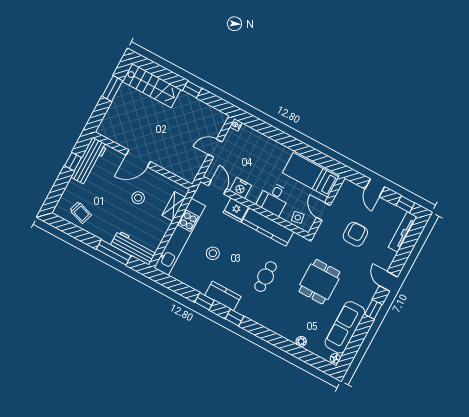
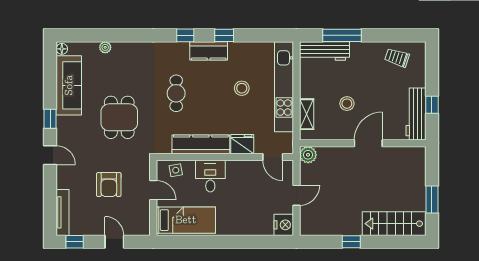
nightstand: (236, 125) -> (284, 225), width x1.89, depth x1.79
plant: (189, 174) -> (308, 155), added
nightstand: (241, 188) -> (249, 169), removed

